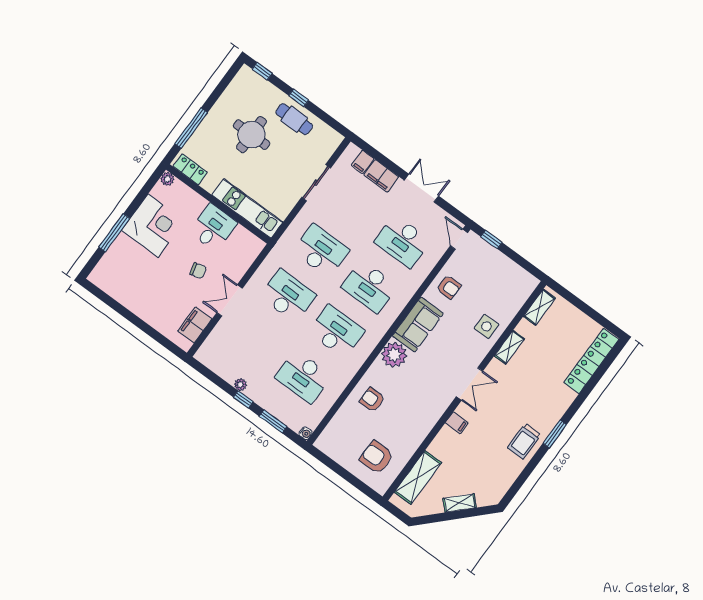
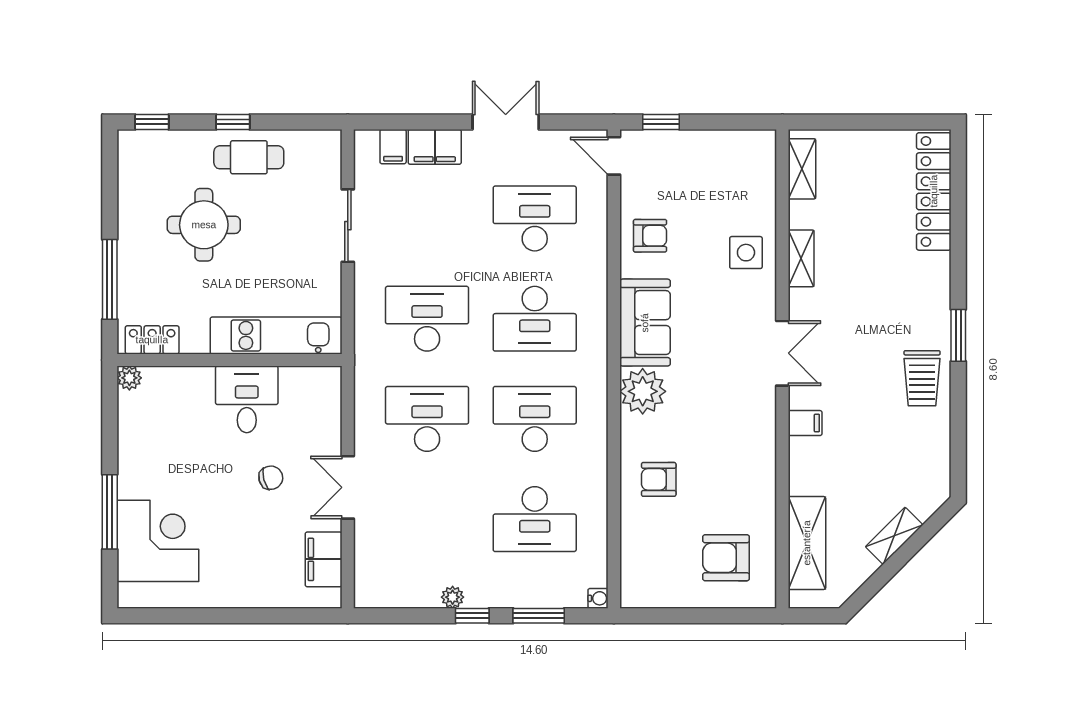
corner desk: (153, 226) -> (158, 541), moved
desk: (403, 241) -> (535, 218), turned 180

